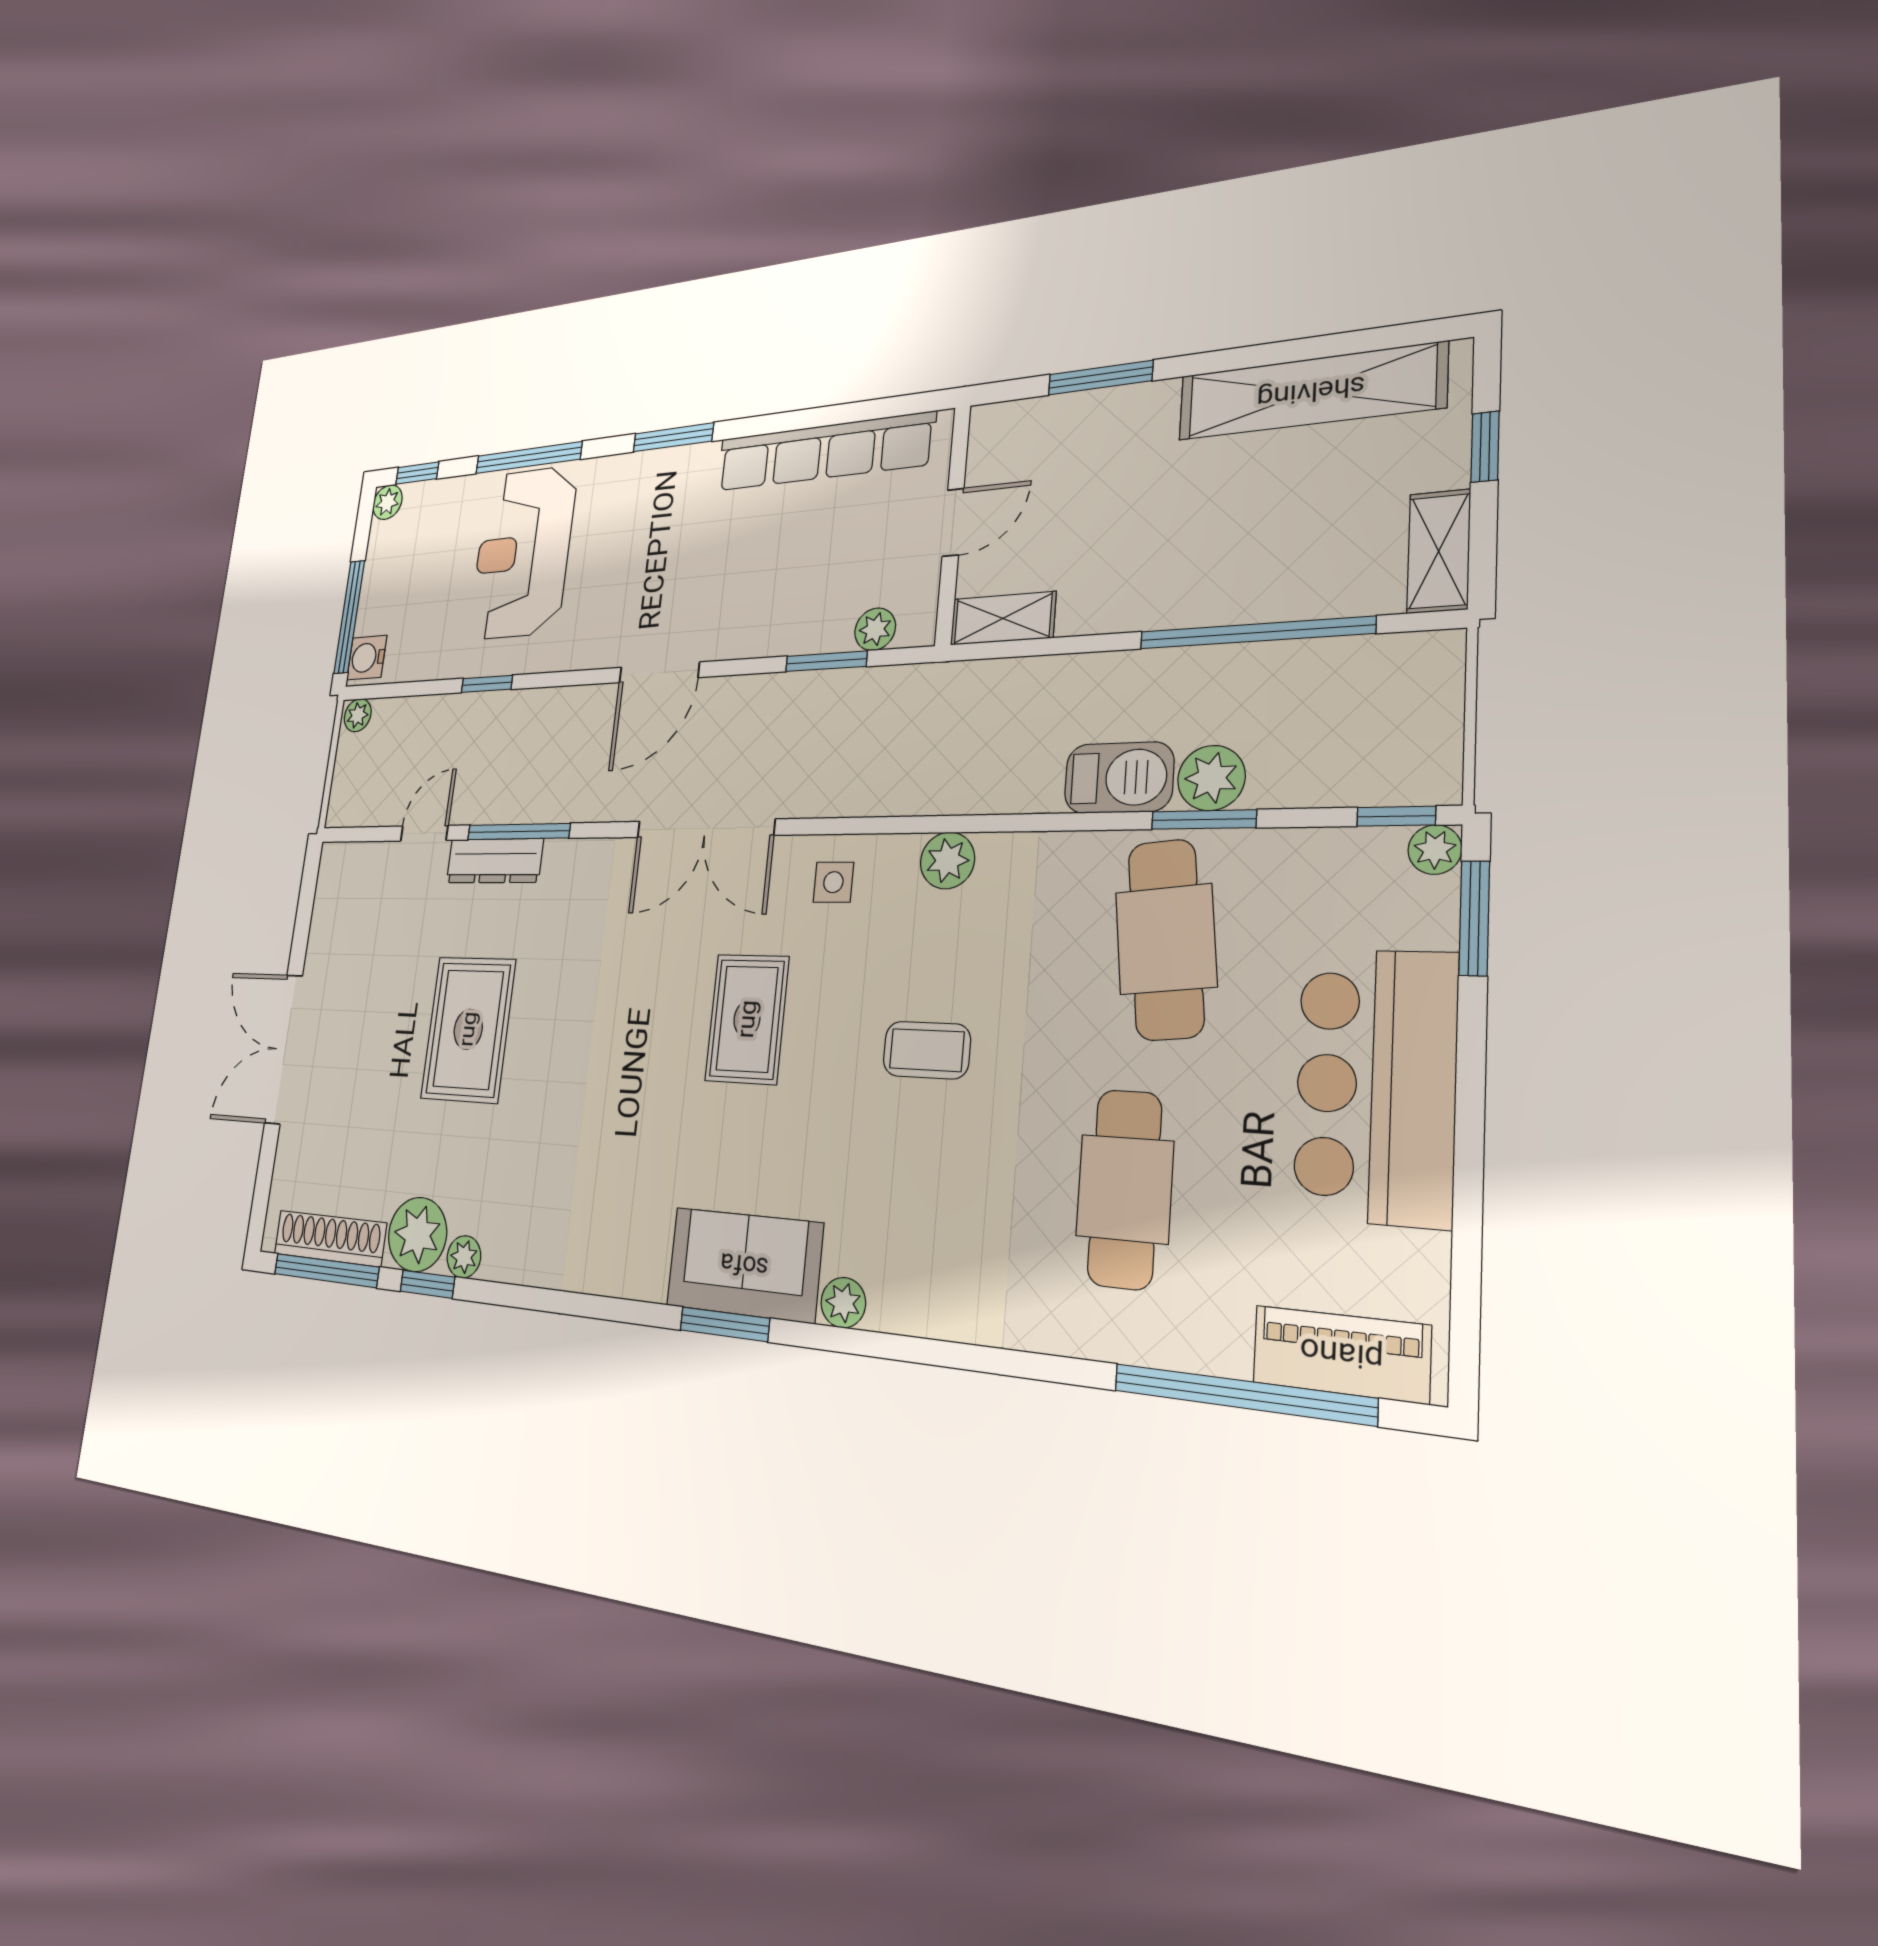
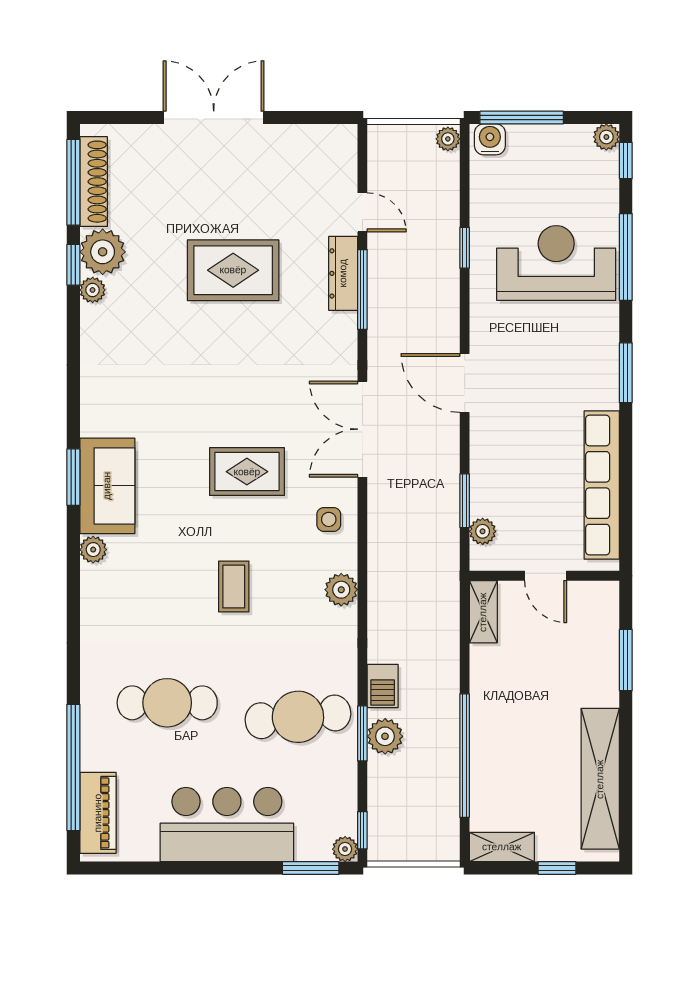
barbecue: (1119, 778) -> (383, 686), width x0.73, depth x0.79

